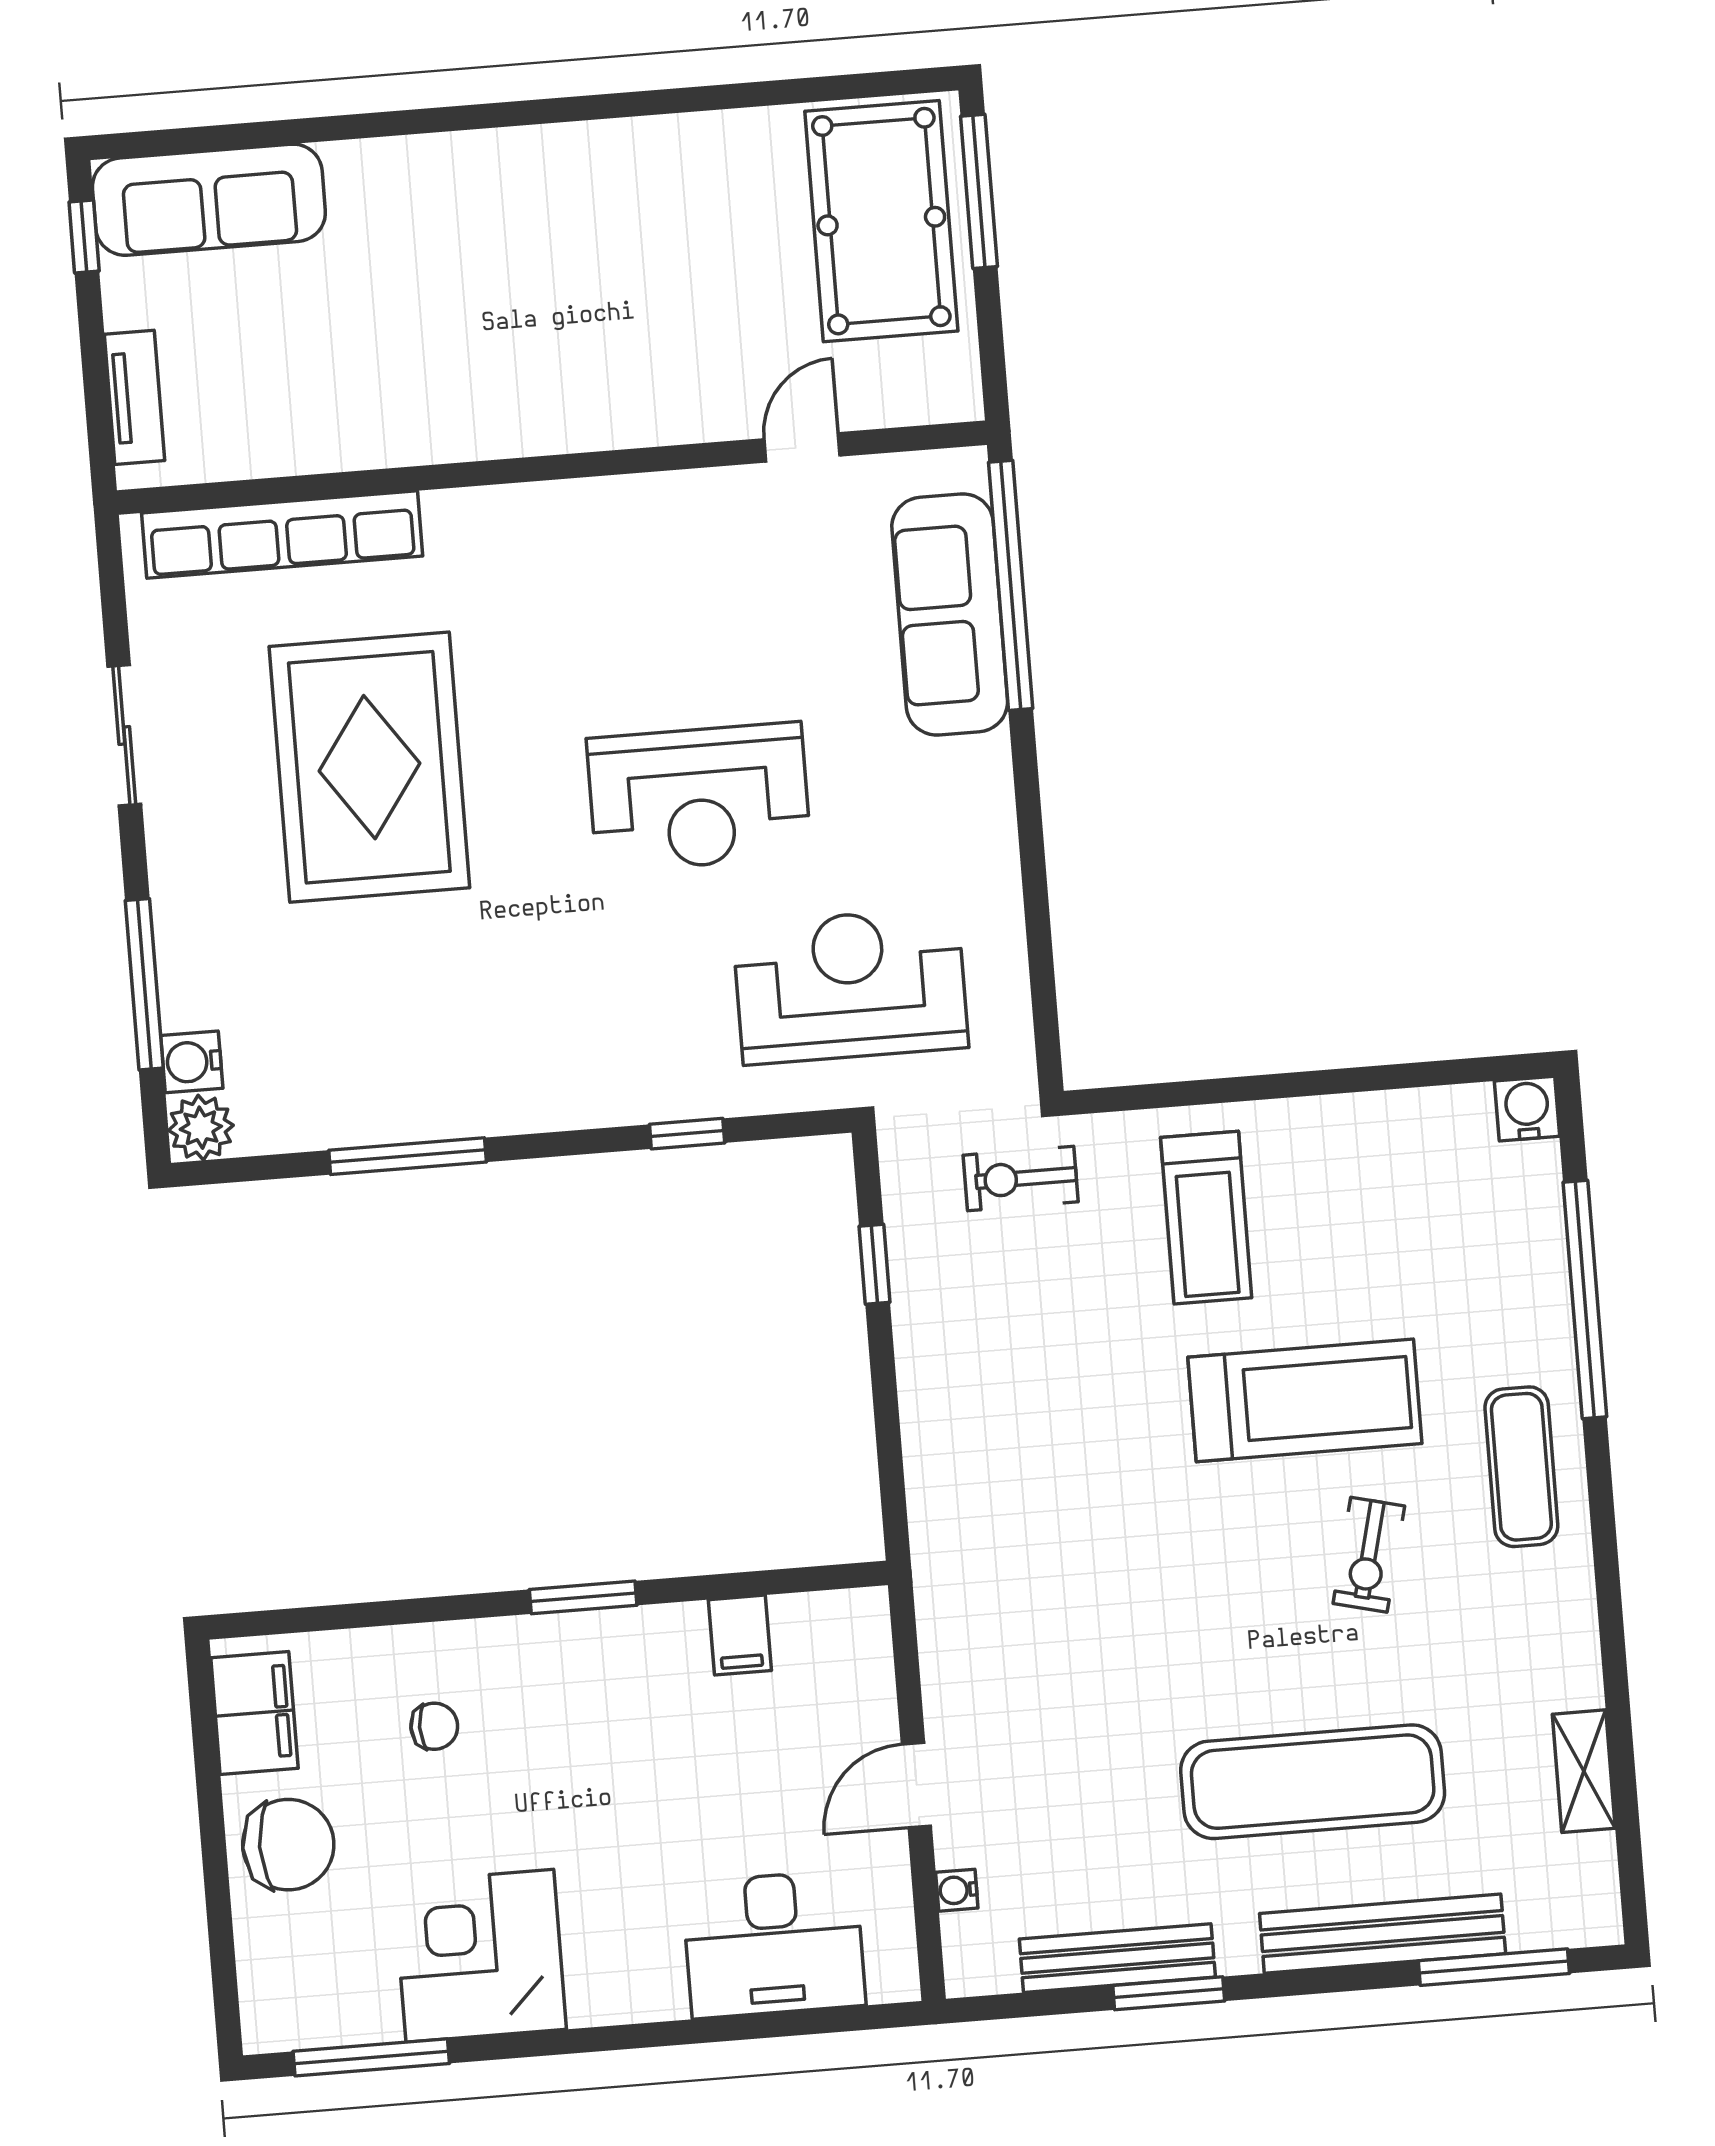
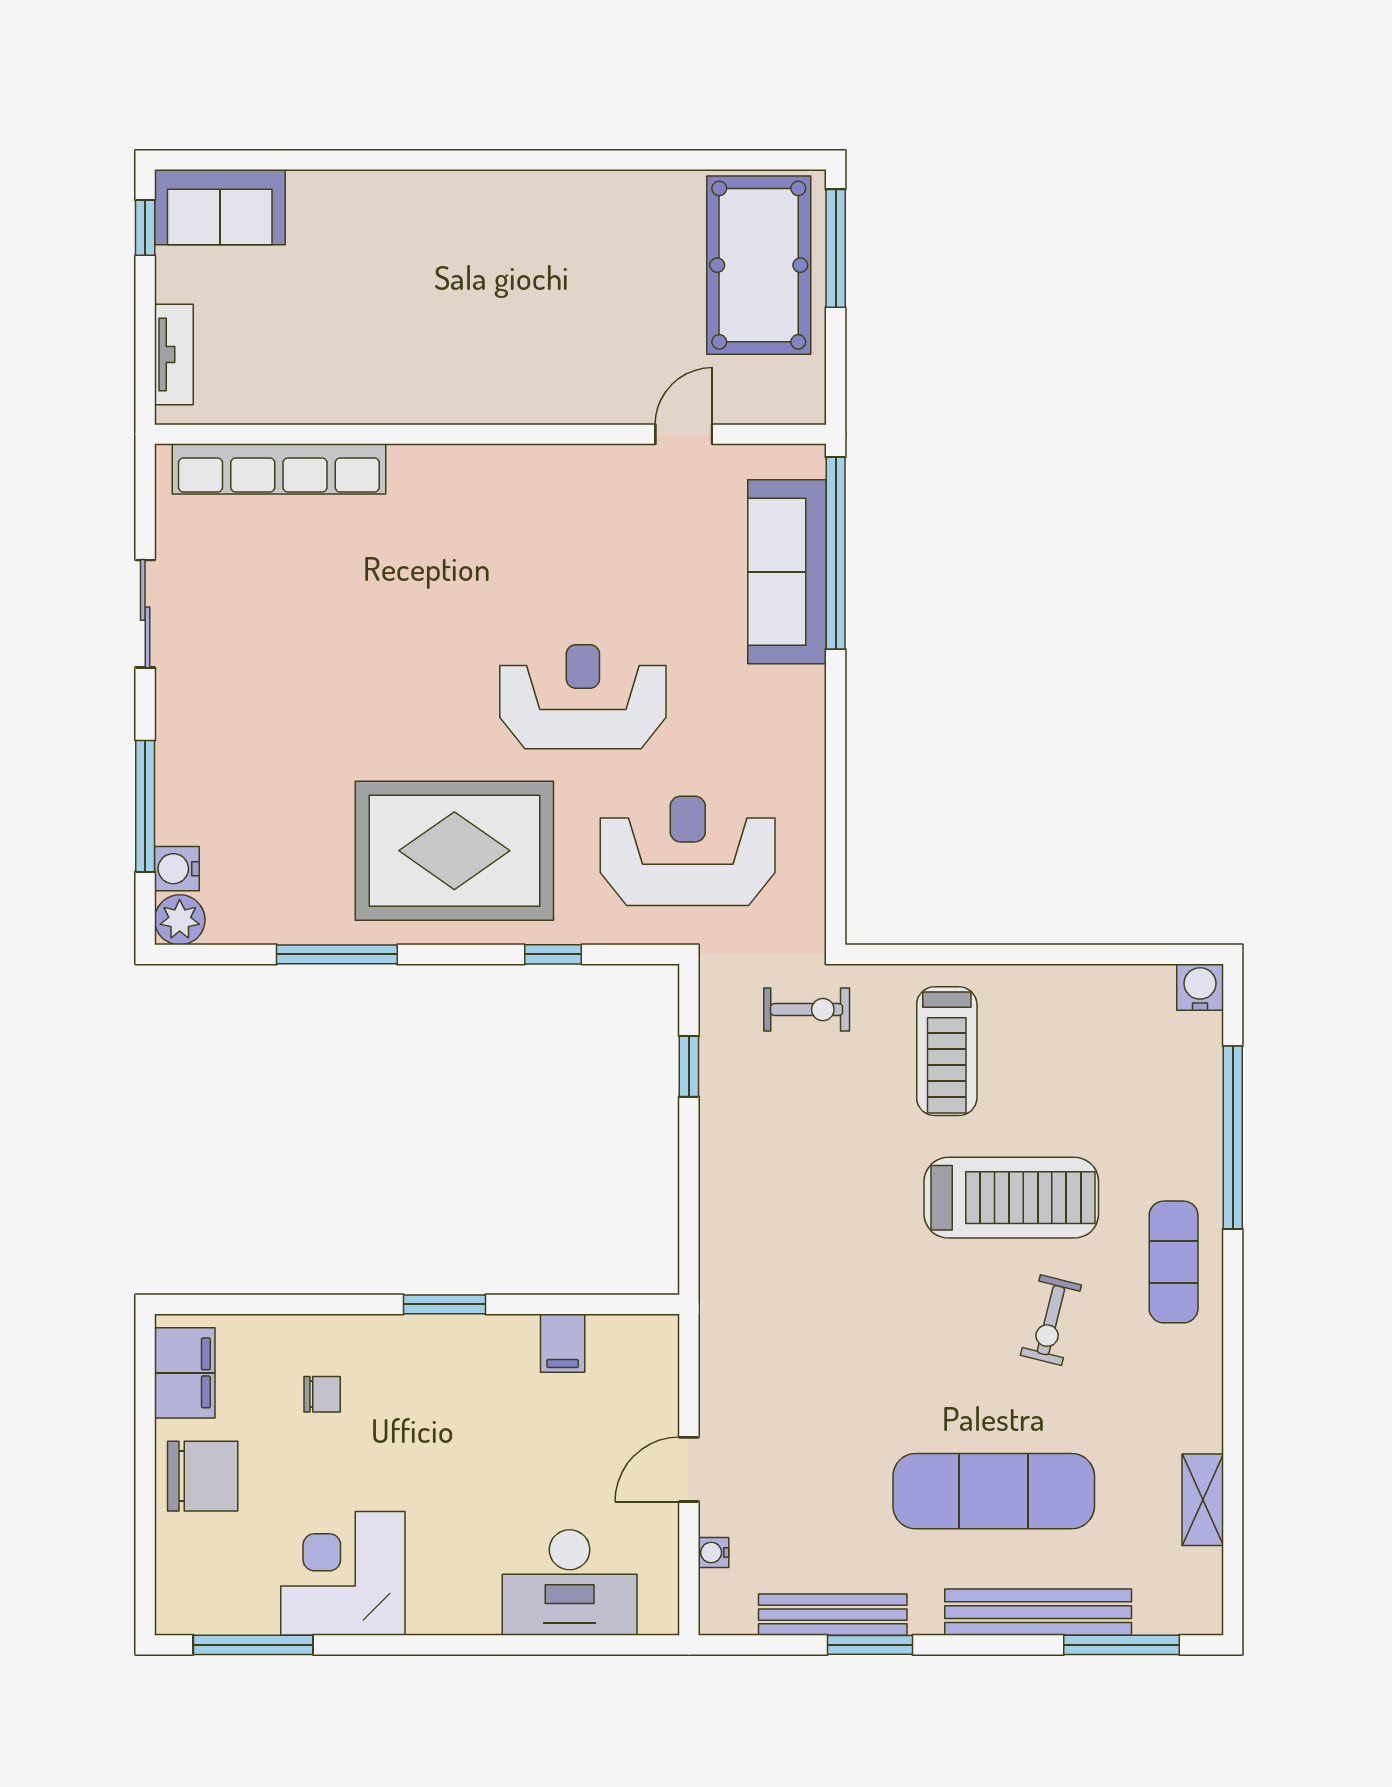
sofa: (209, 200) -> (220, 207), width x0.73
rug: (369, 767) -> (454, 851), moved, turned 90
reception desk: (699, 797) -> (583, 697), turned 180
exercise bike: (1021, 1178) -> (807, 1010), turned 180

